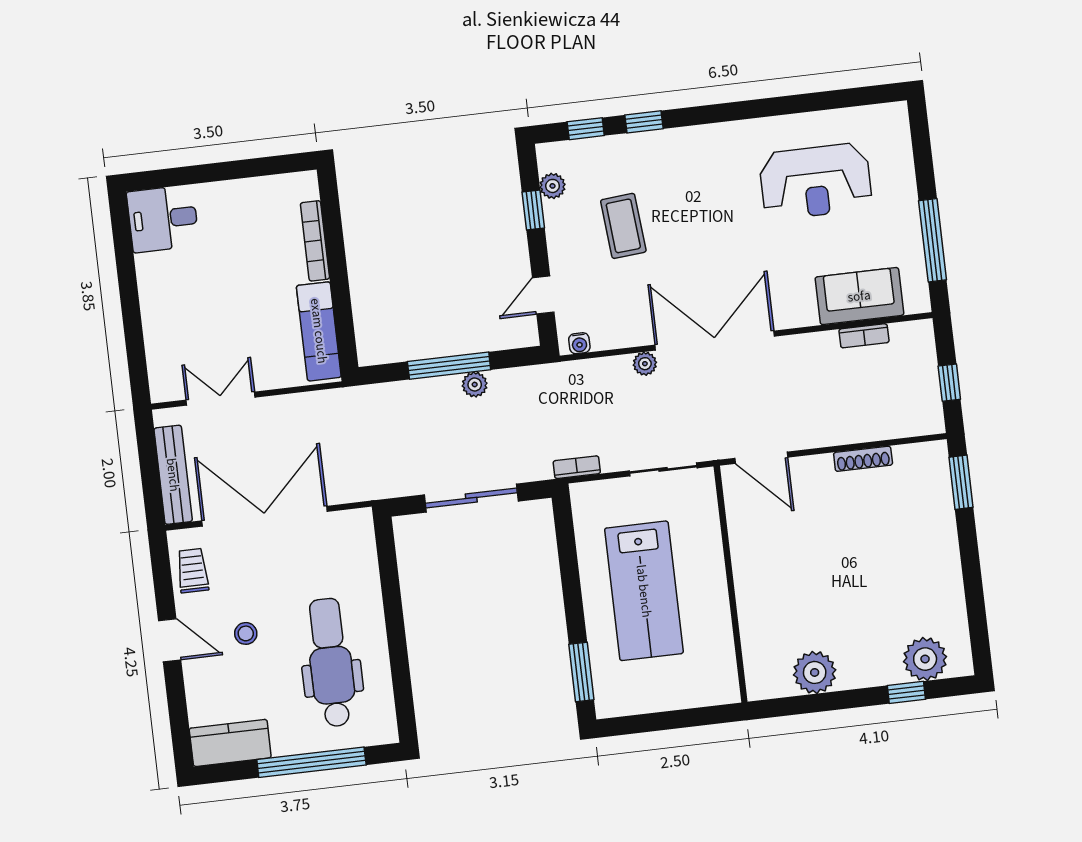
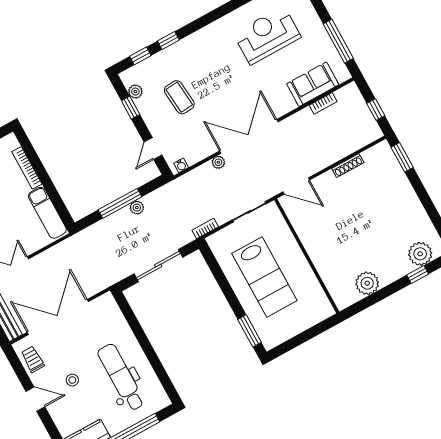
reception desk: (816, 181) -> (267, 35), turned 180

